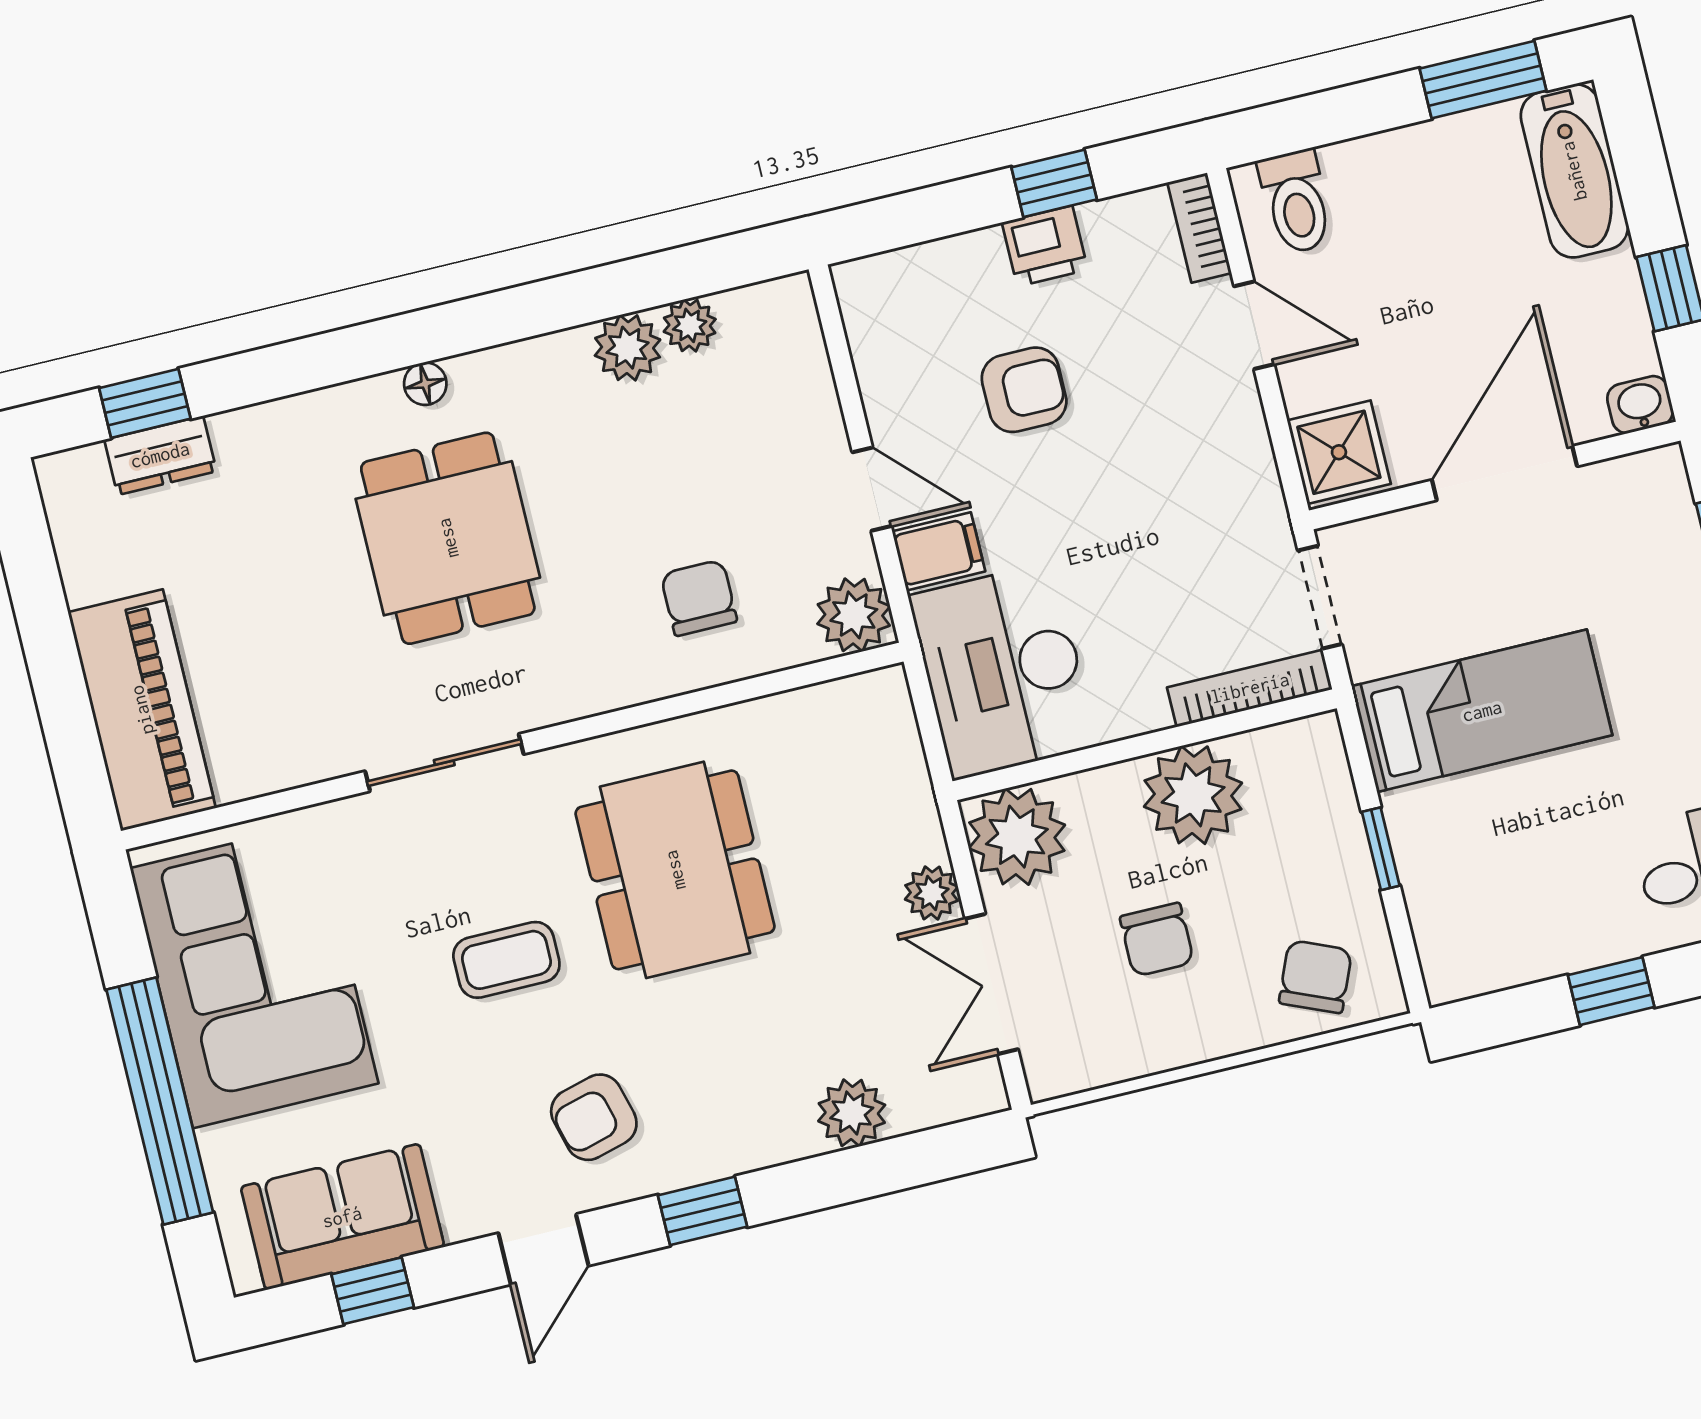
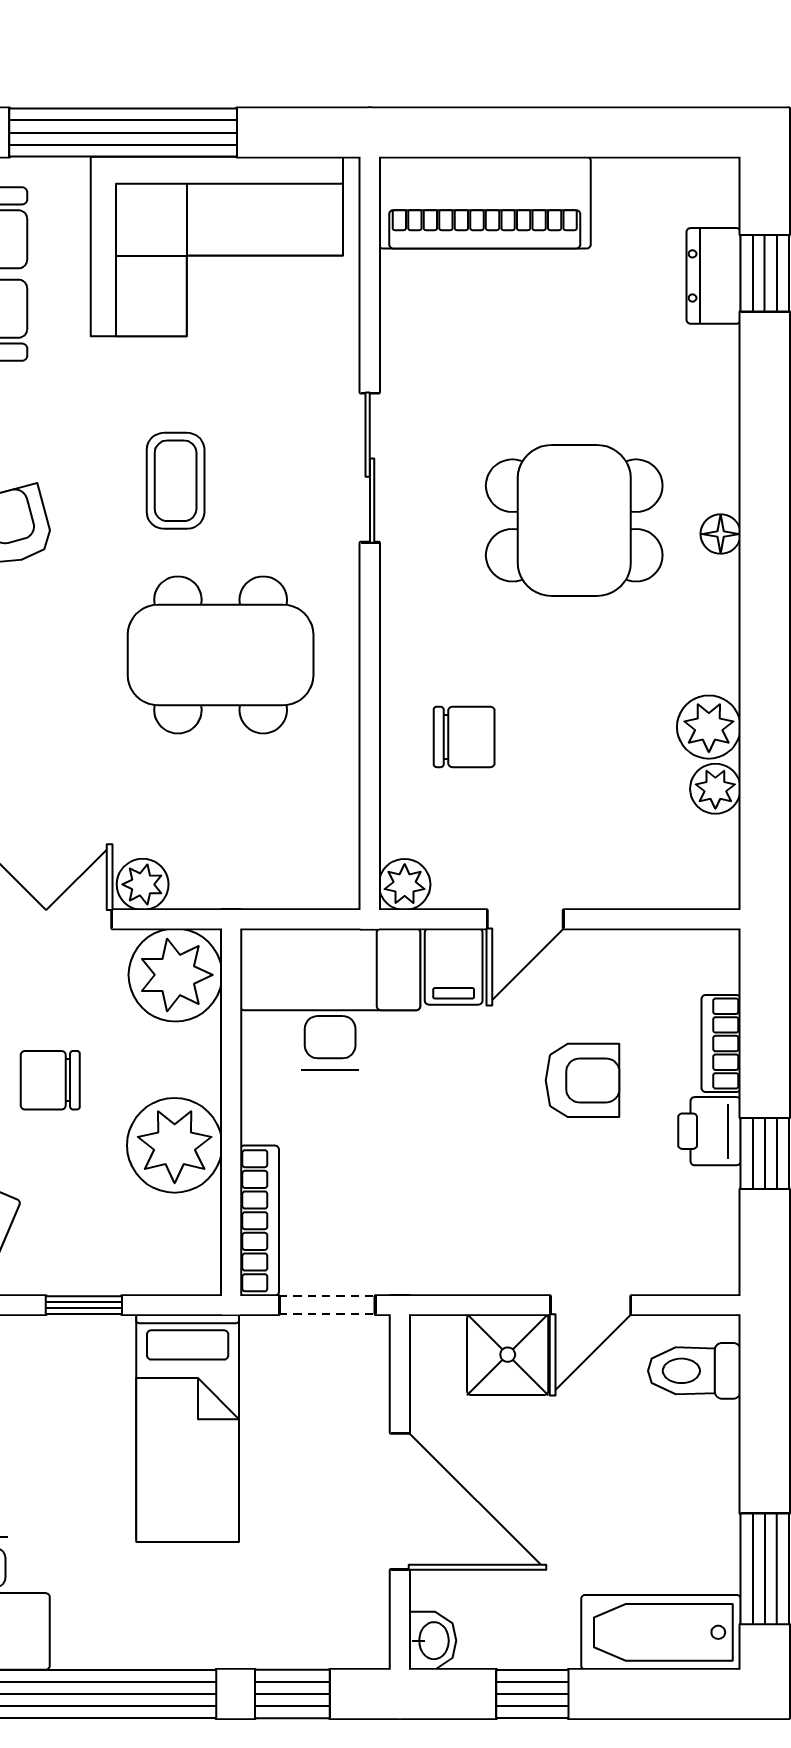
bookcase: (1199, 228) -> (721, 1044), moved, turned -90
armchair: (1024, 390) -> (583, 1080), turned -90
shower: (1339, 452) -> (508, 1355), moved
plant: (854, 615) -> (405, 884), width x0.73, depth x0.73

